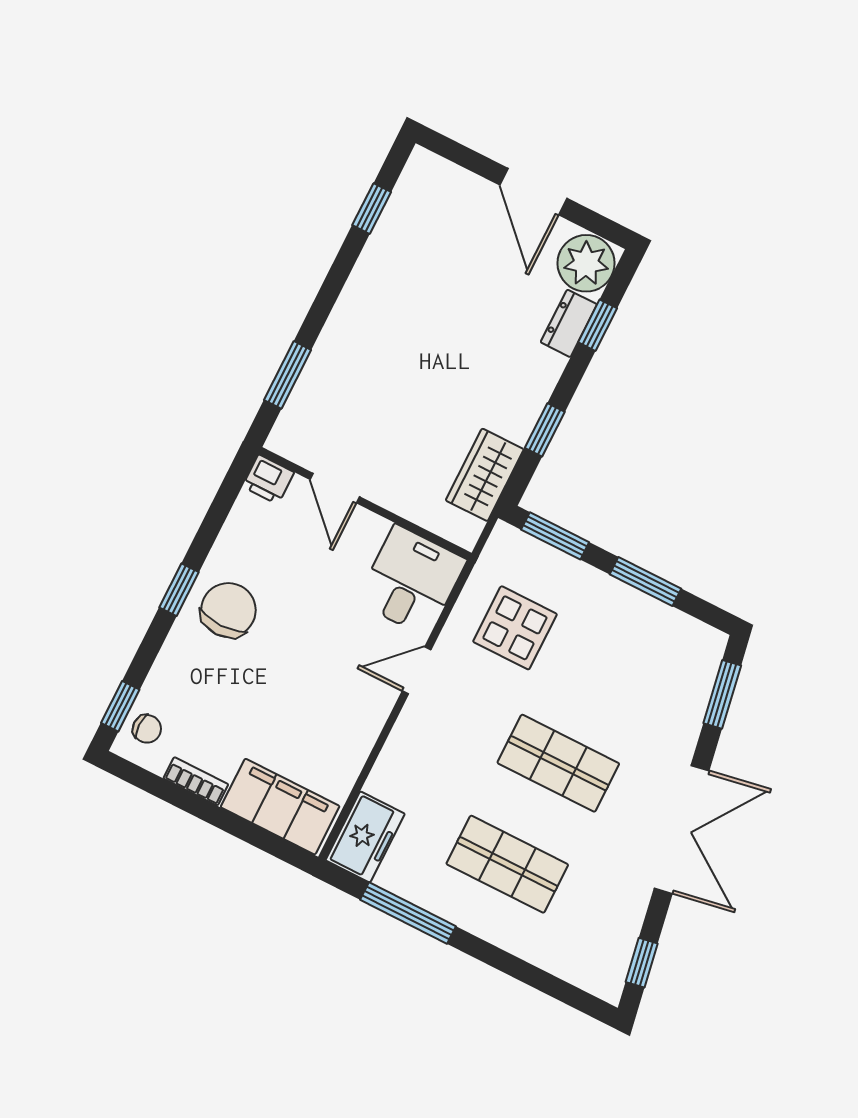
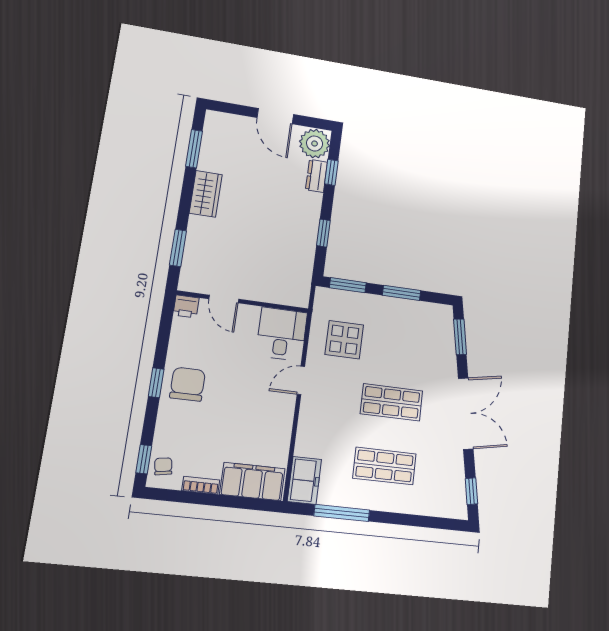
window: (372, 209) -> (194, 149), width x1.50
wardrobe: (485, 475) -> (206, 194), moved, turned 180
chair: (147, 729) -> (163, 466), turned -99

